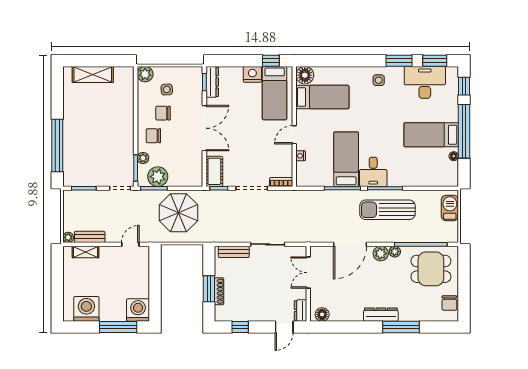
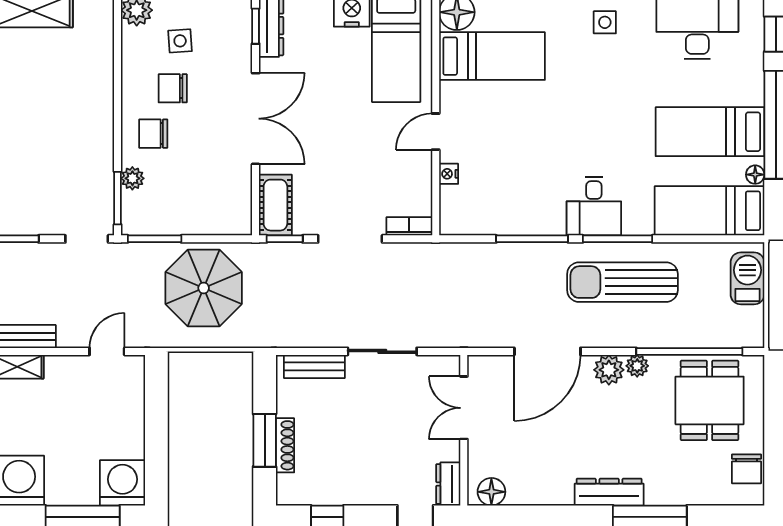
bed: (346, 159) -> (710, 211), moved, turned -90
plant: (158, 177) -> (162, 215), removed
dining table: (431, 269) -> (710, 400), turned 90

